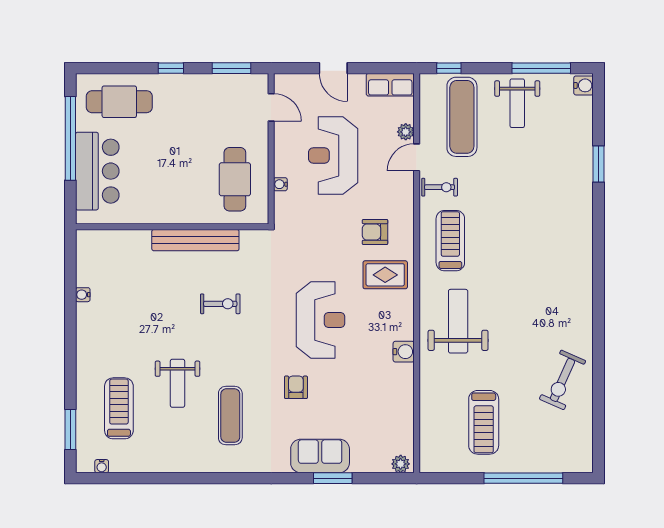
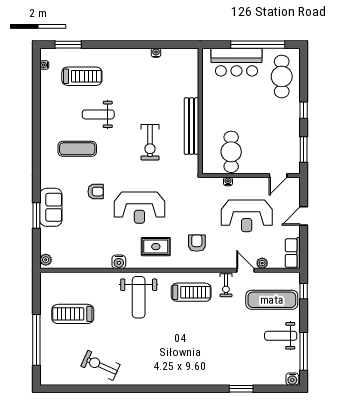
reception desk: (333, 156) -> (247, 216), turned 180
cafe table: (235, 179) -> (231, 152), turned 90
rug: (385, 275) -> (156, 247), moved, turned 90
exercise bike: (220, 304) -> (150, 142), width x1.38, depth x1.39
weight bench: (458, 321) -> (139, 297), turned 90

